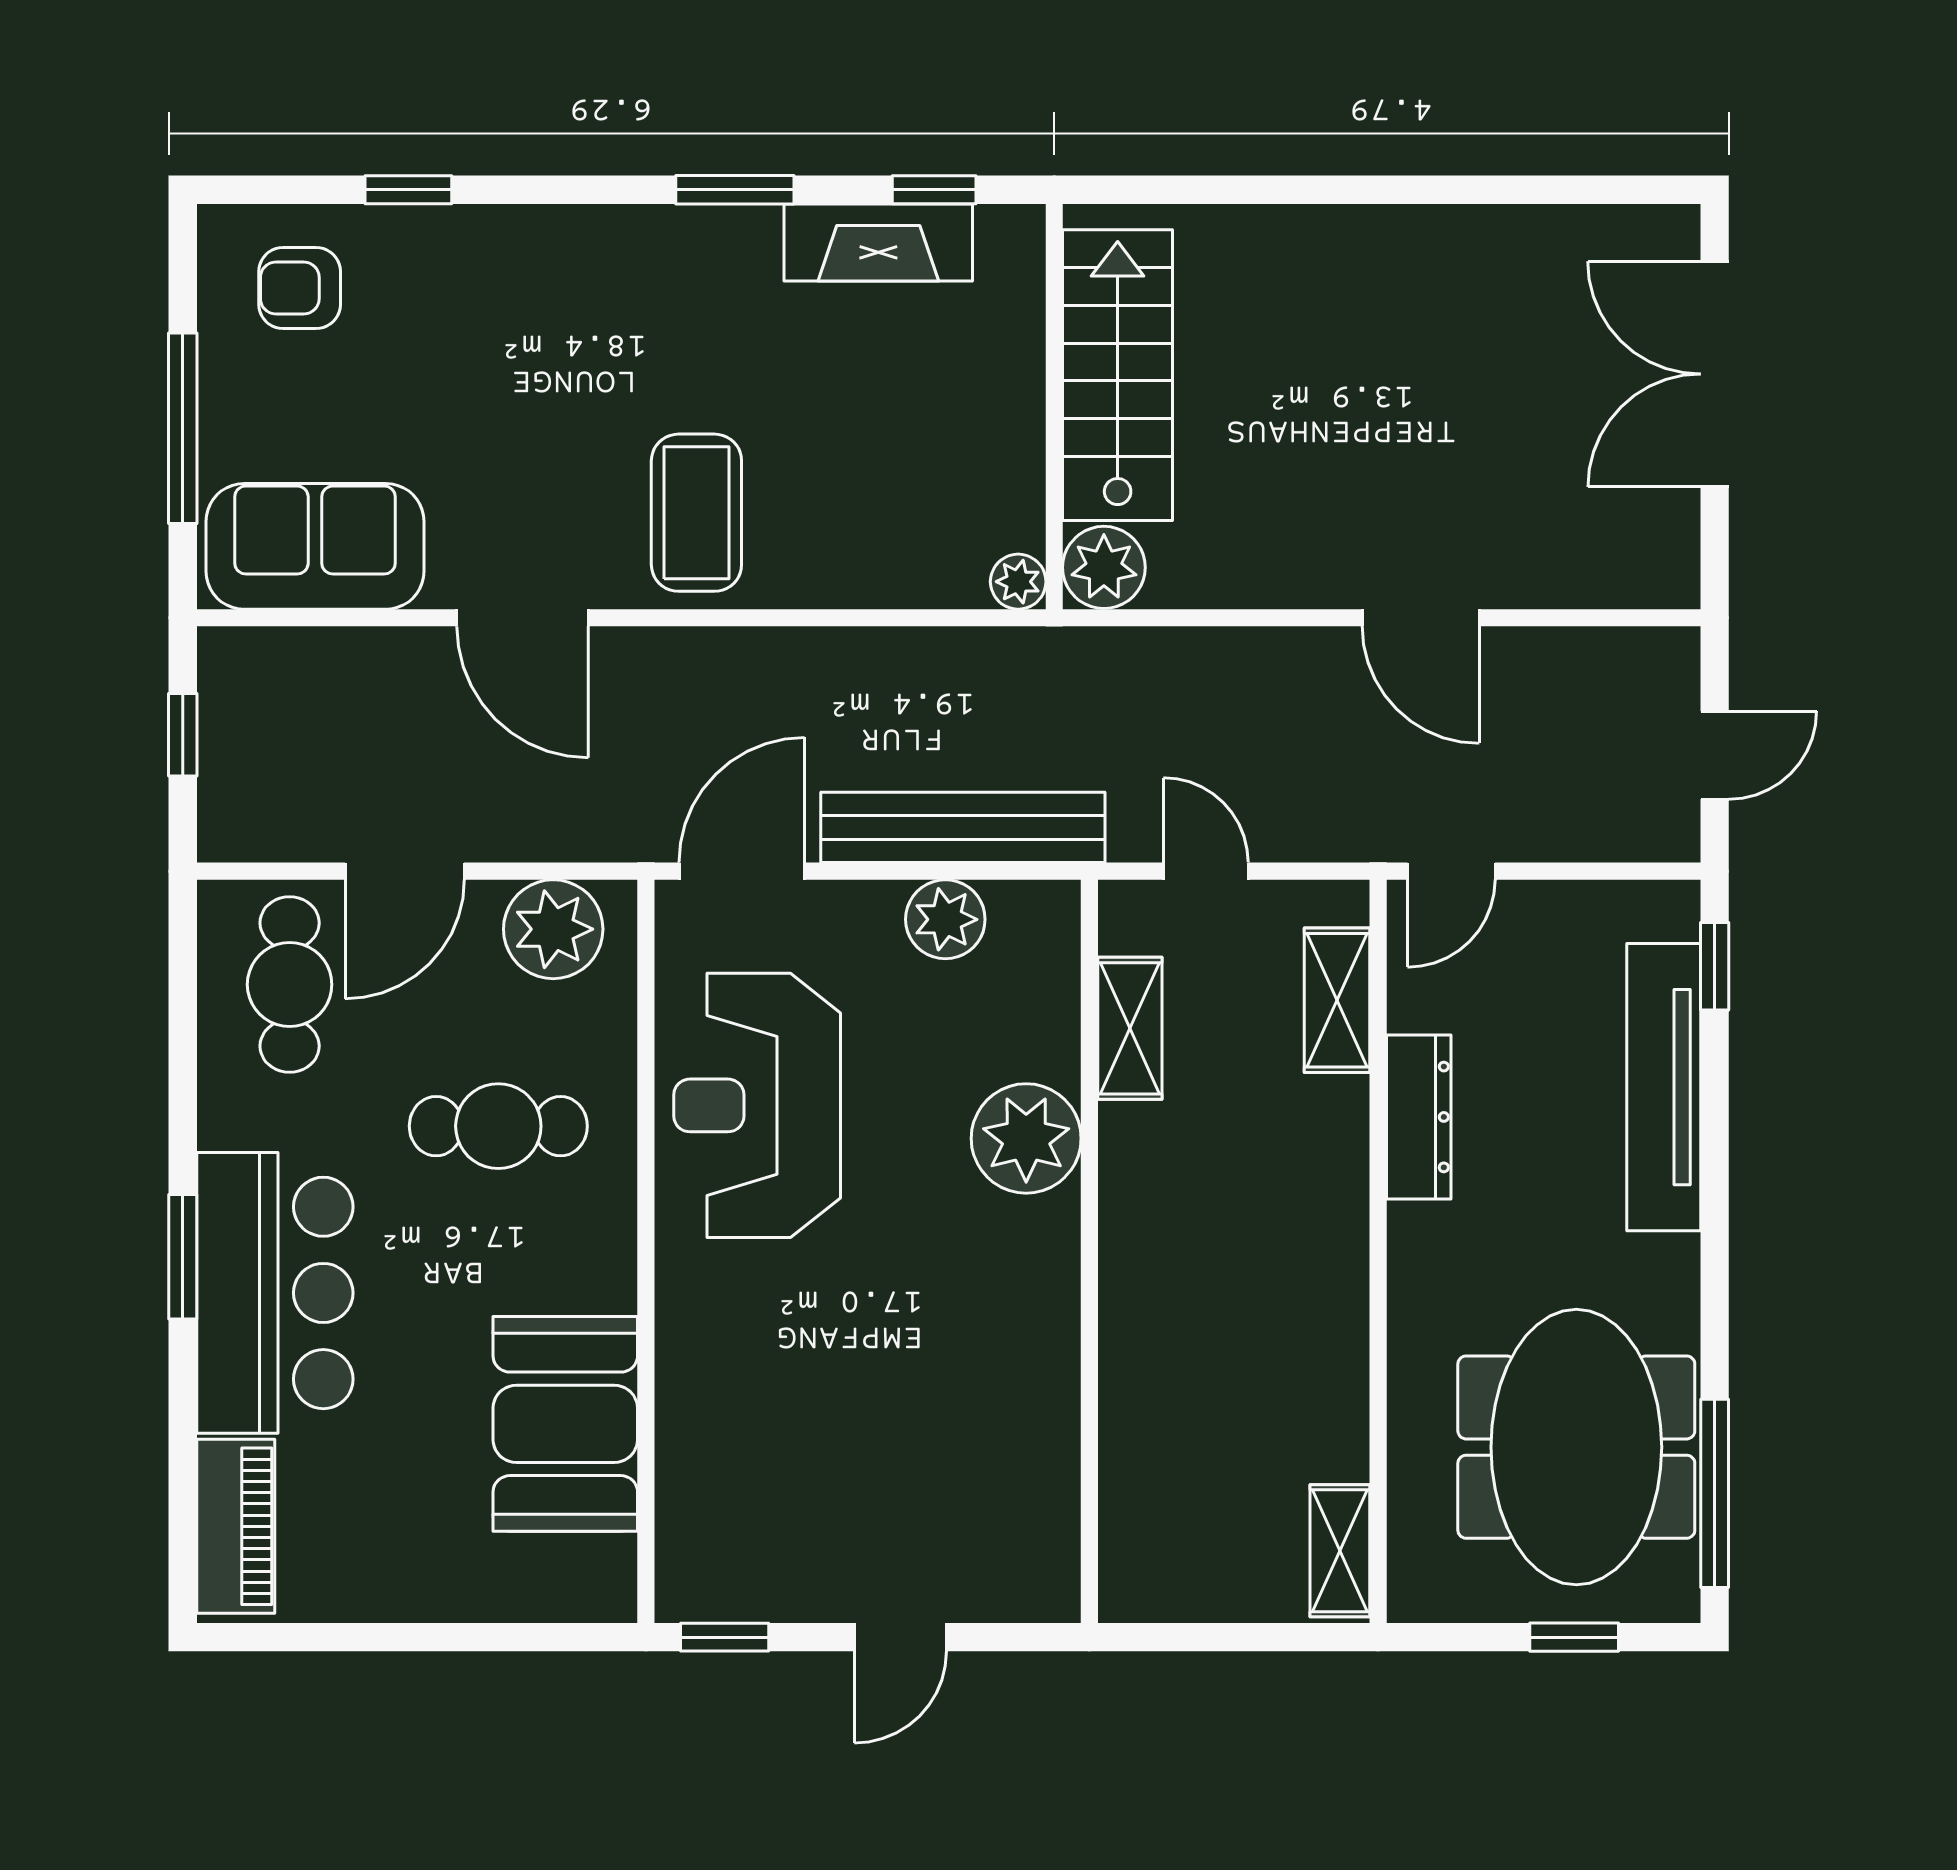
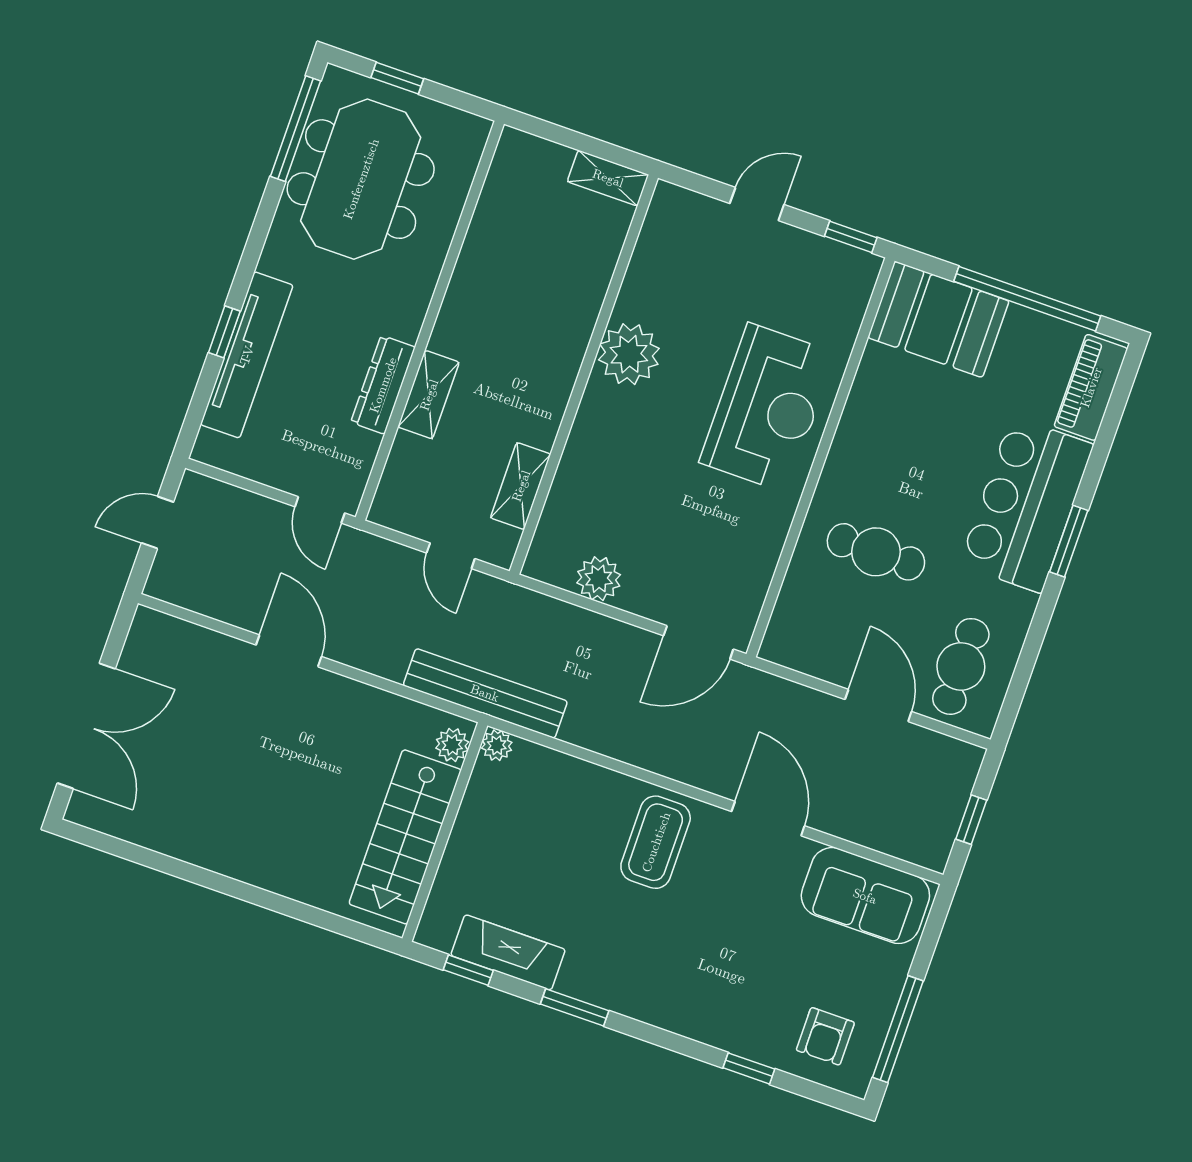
armchair: (300, 288) -> (825, 1036), turned 90
window: (183, 428) -> (898, 1029), moved
plant: (1104, 567) -> (452, 745), width x0.73, depth x0.73
bench: (963, 827) -> (485, 693), moved
door: (405, 871) -> (878, 705), hinge flipped
door: (1451, 871) -> (320, 510), swing flipped
plant: (553, 929) -> (810, 647), removed
window: (1715, 966) -> (224, 332), moved
shelving: (1337, 1000) -> (429, 395), moved
reception desk: (757, 1105) -> (767, 408), moved
plant: (1026, 1138) -> (629, 354), moved
booth: (565, 1424) -> (938, 319), moved, turned 90
shelving: (1340, 1551) -> (608, 178), moved, turned 90
window: (394, 1637) -> (1027, 299), added

